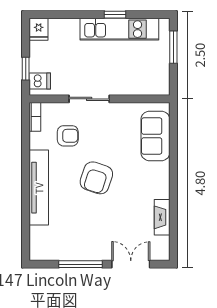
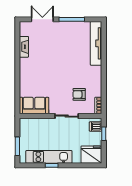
fridge: (39, 29) -> (91, 155), width x1.88, depth x1.34
sofa: (155, 136) -> (34, 106), moved, turned -90
armchair: (96, 178) -> (62, 70), removed
tv unit: (39, 188) -> (96, 43), moved
double door: (131, 264) -> (42, 19), swing flipped

